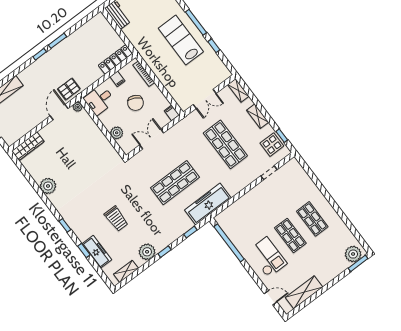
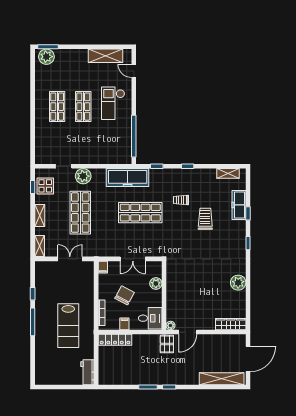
lab bench: (181, 40) -> (68, 326), moved
pallet: (69, 89) -> (167, 344), turned 90
trolley: (149, 219) -> (181, 200), added
plant: (147, 252) -> (83, 176), moved

